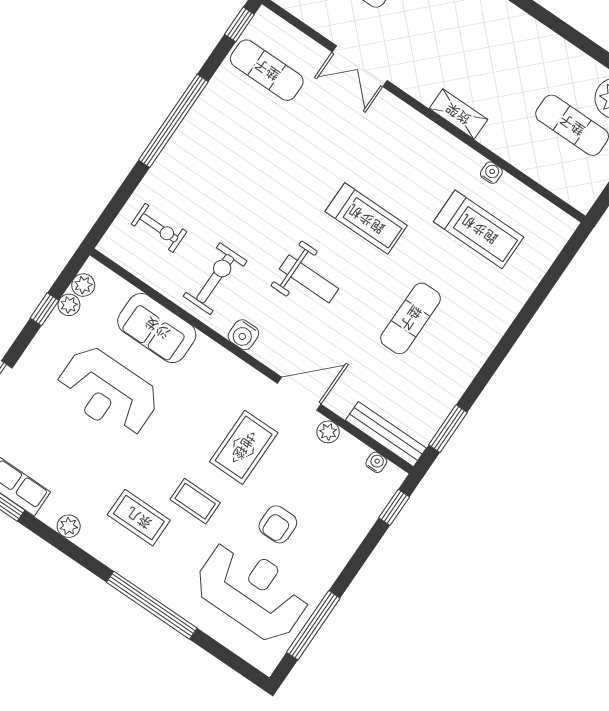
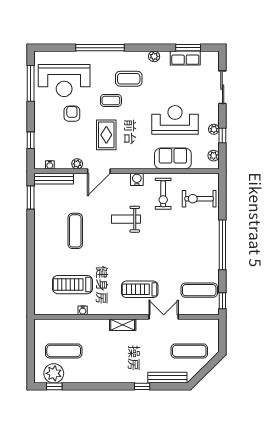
shelving: (458, 114) -> (123, 325), moved
treadmill: (366, 219) -> (140, 289), moved
exercise bike: (159, 228) -> (199, 199), width x1.38, depth x1.39
plant: (69, 305) -> (214, 129), moved
window: (394, 507) -> (31, 140), moved

